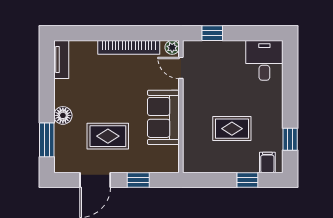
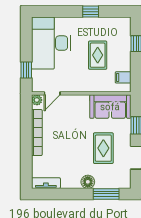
desk: (264, 60) -> (51, 43), width x1.87, depth x1.30
sofa: (163, 117) -> (110, 107), moved
window: (290, 139) -> (91, 12), moved
filing cabinet: (267, 162) -> (123, 77), moved

